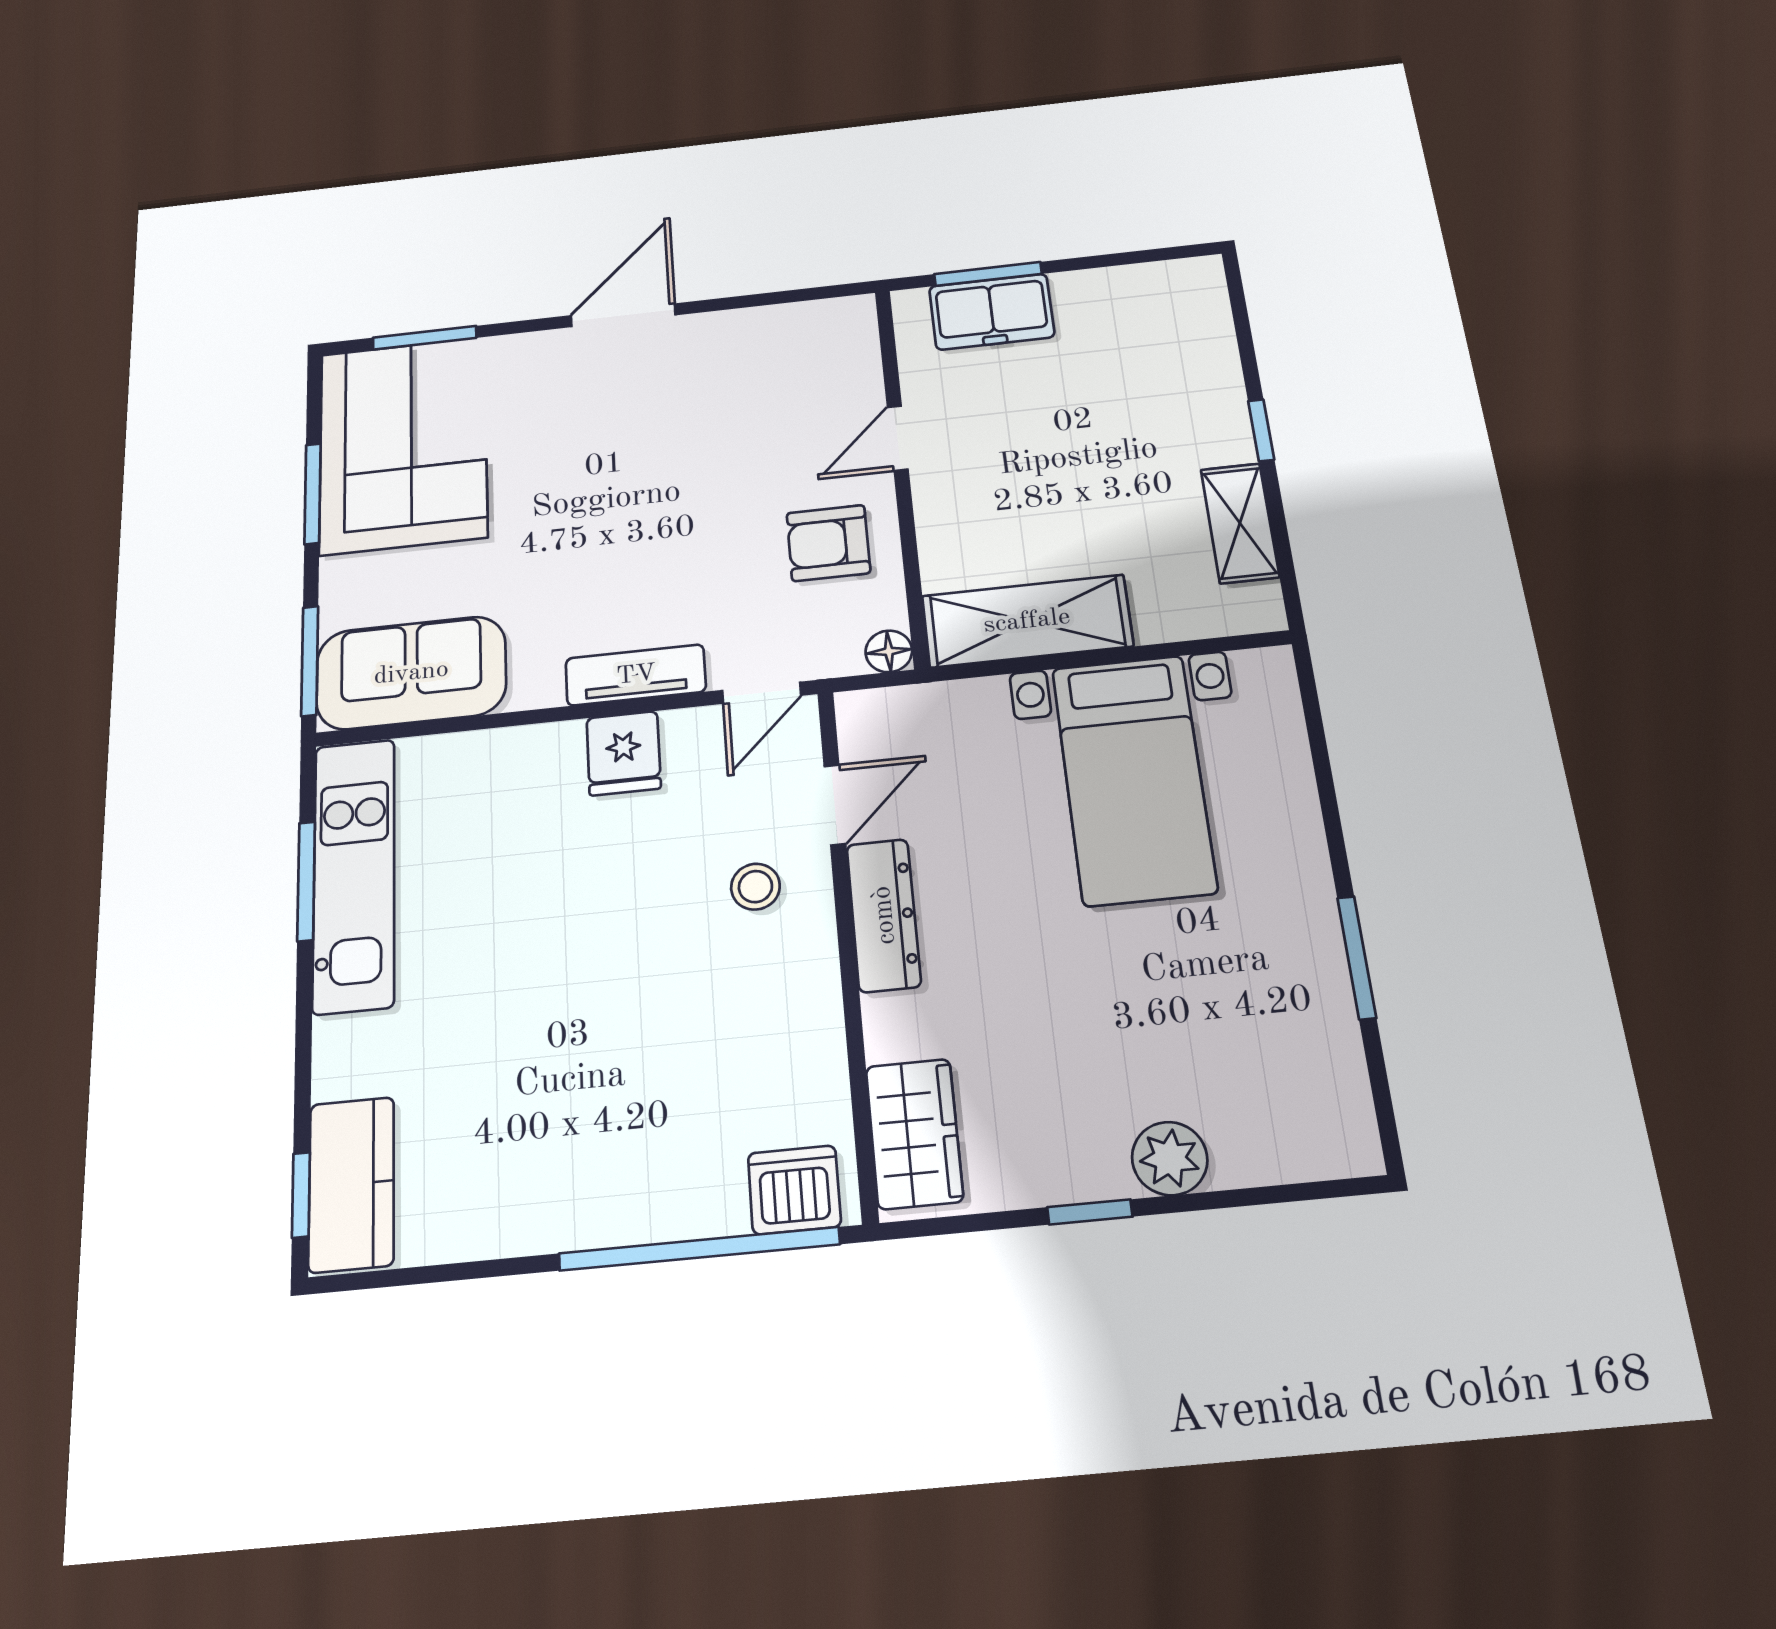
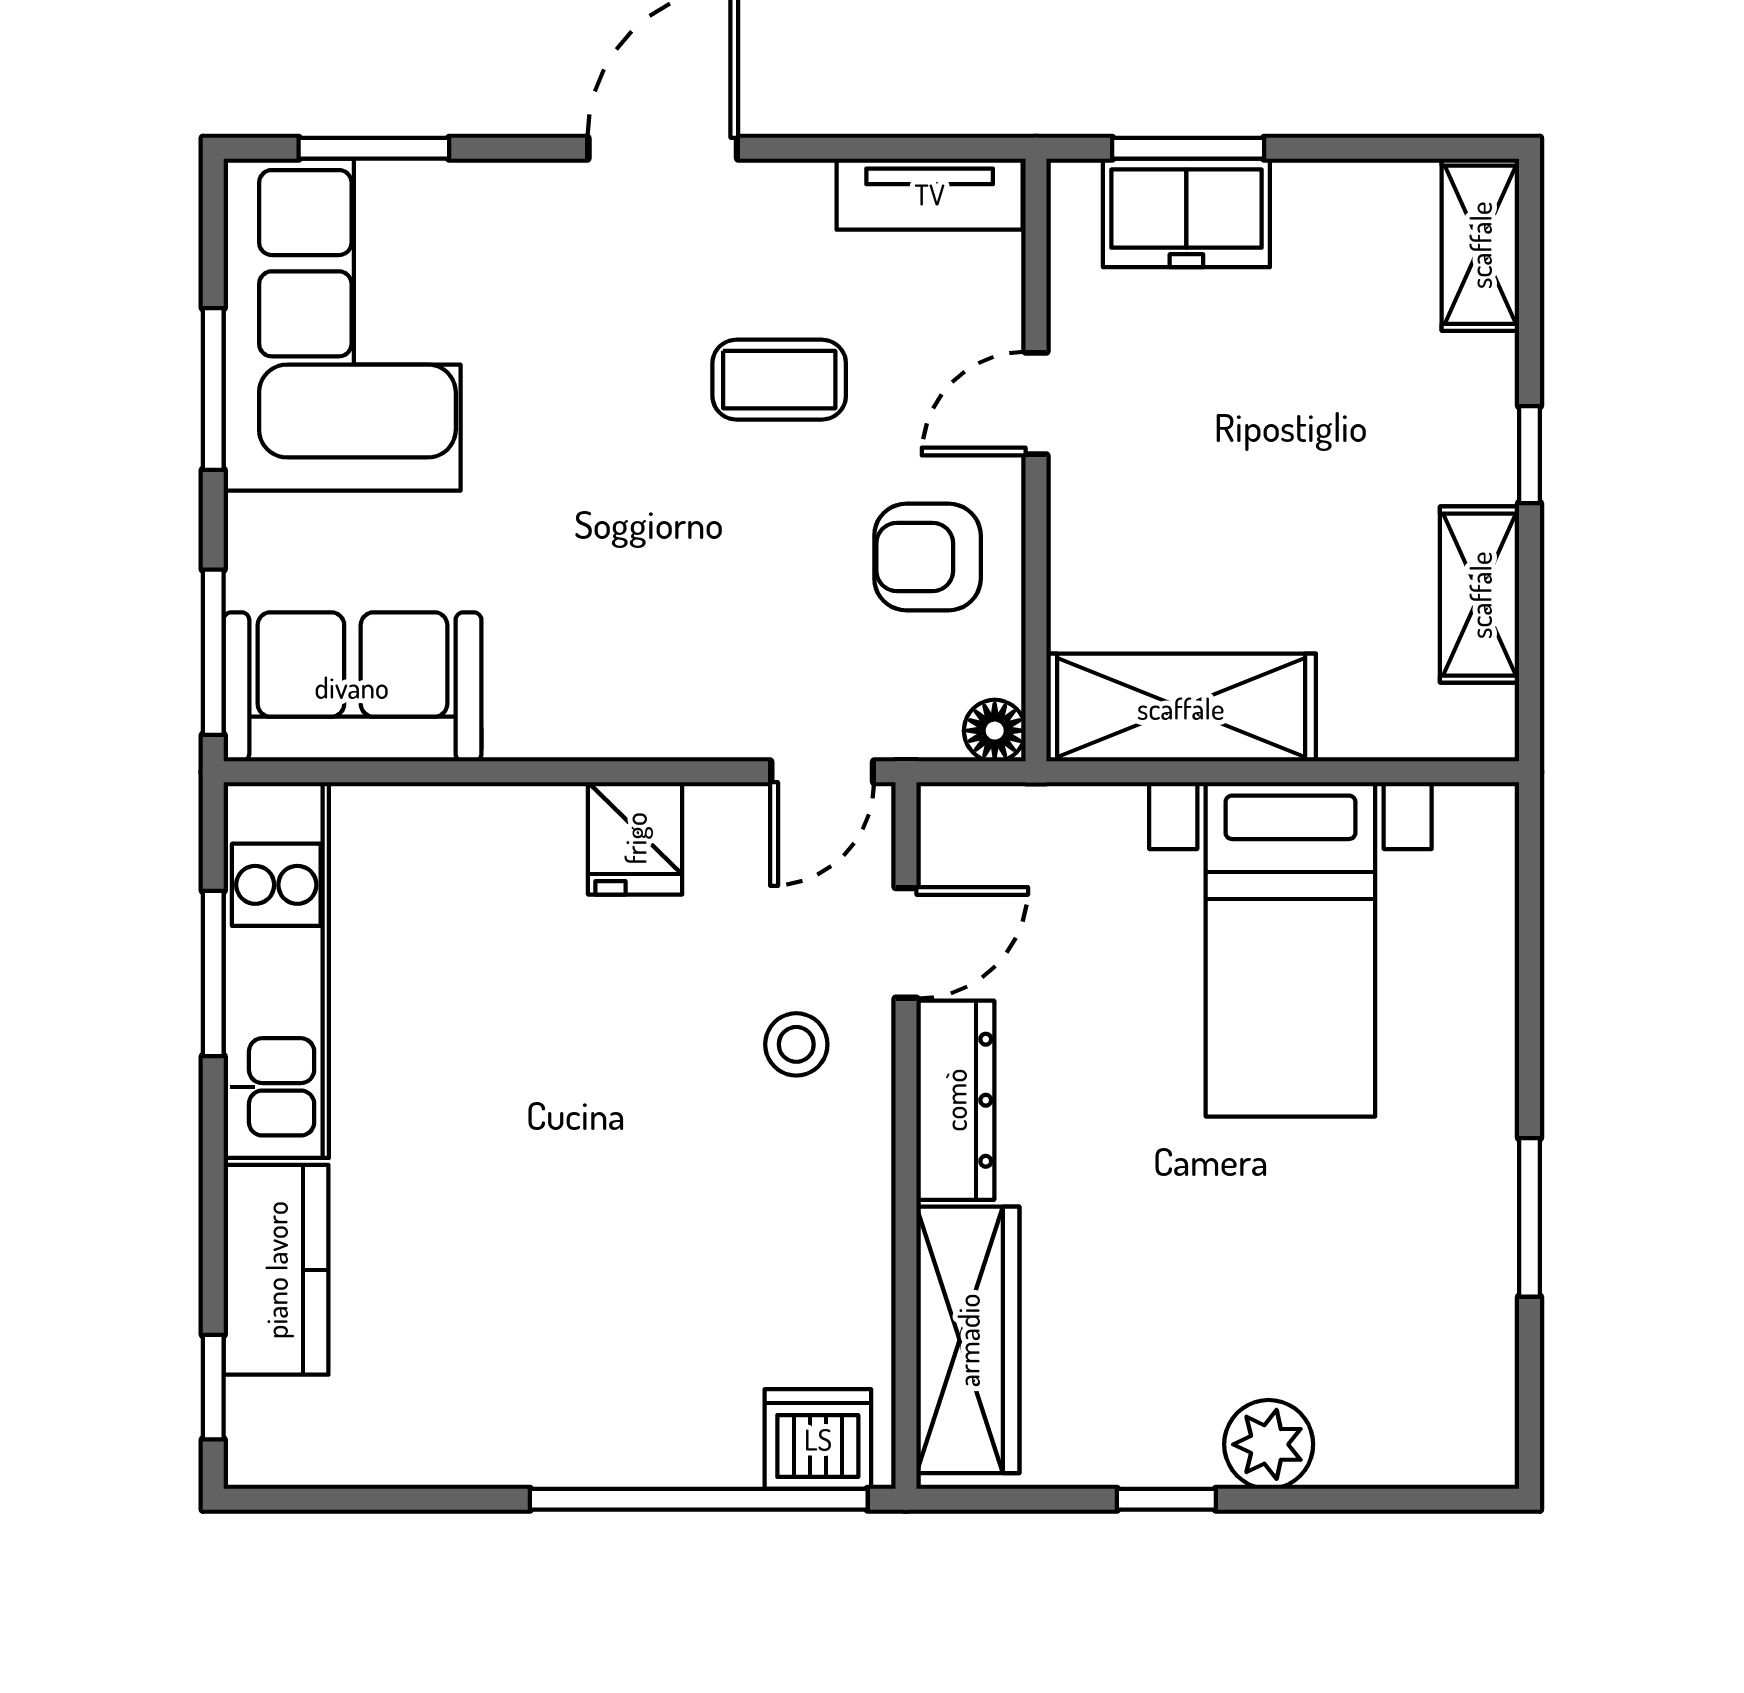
shelving: (1203, 307) -> (1480, 245), added
coffee table: (713, 444) -> (779, 380), added
tv unit: (636, 675) -> (930, 194), moved, turned 180
wardrobe: (914, 1134) -> (968, 1340), width x1.50
kitchen counter: (351, 1184) -> (276, 1270), moved

